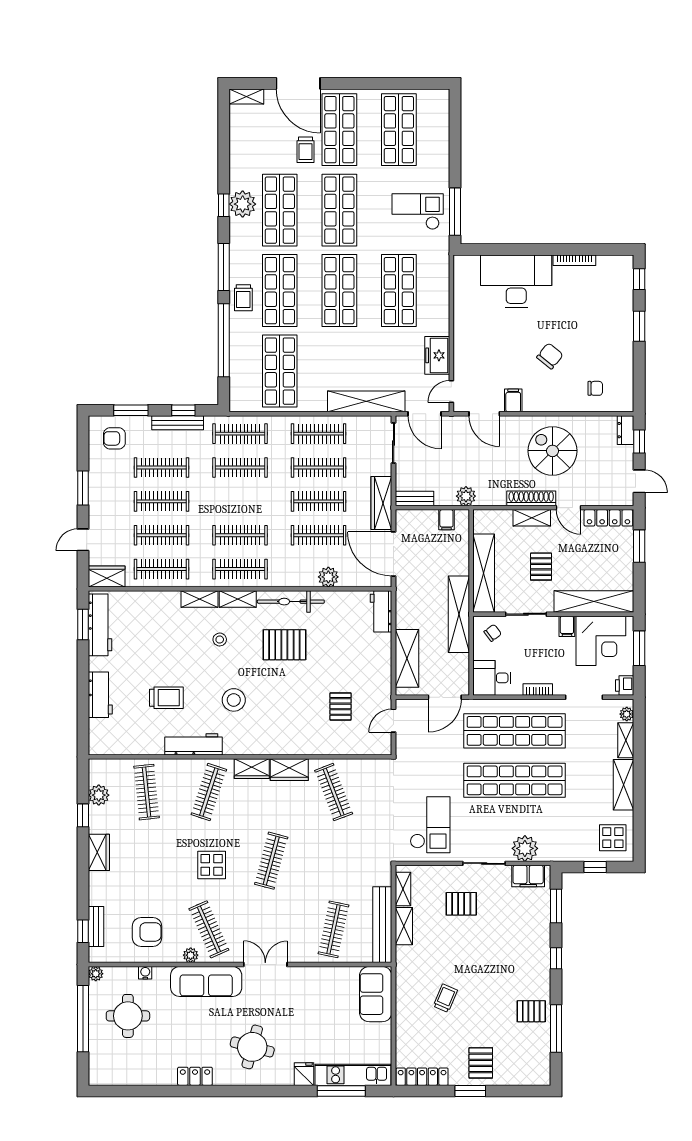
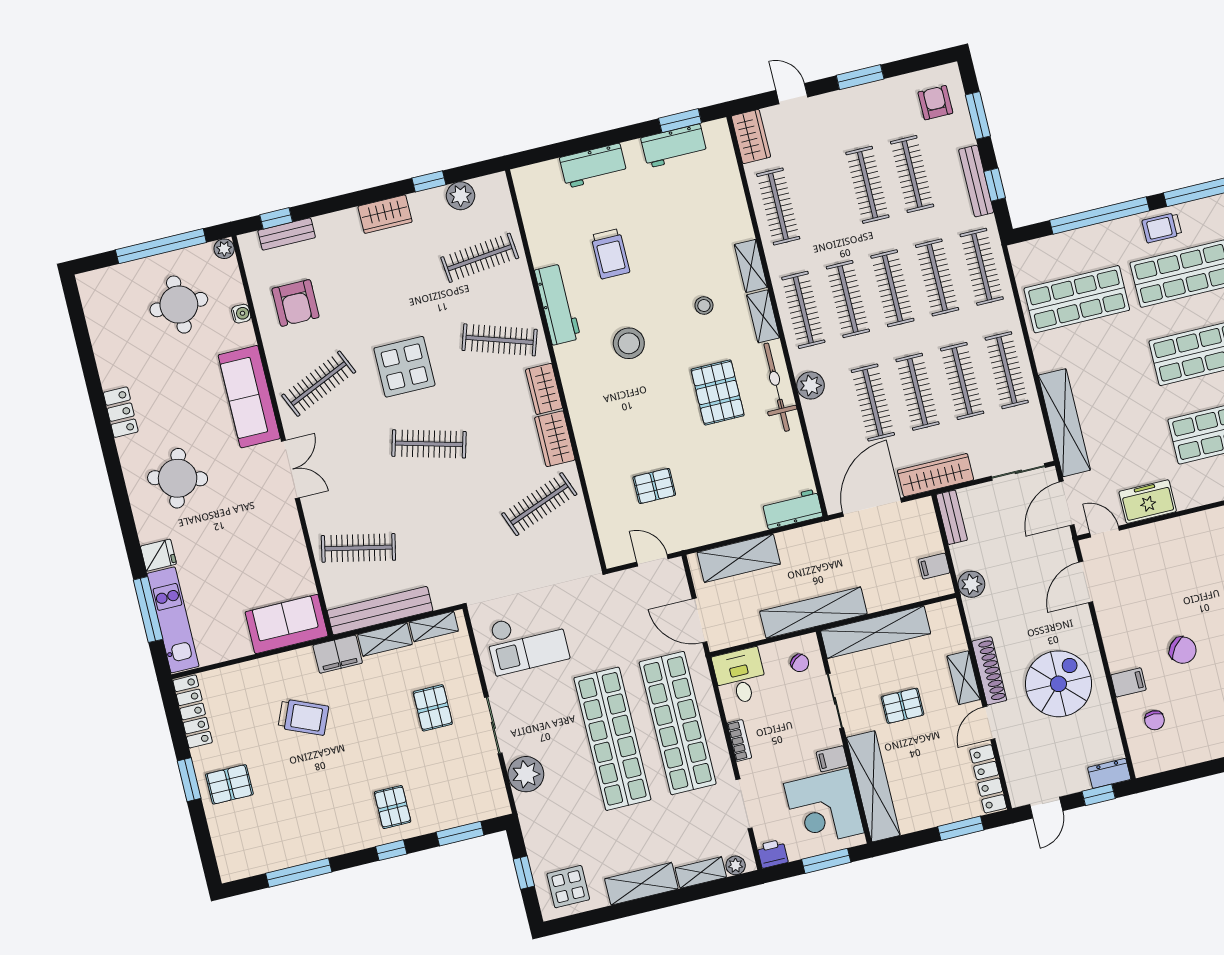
filing cabinet: (513, 400) -> (1128, 682), moved
clothes rail: (162, 535) -> (892, 288), moved
plant: (328, 577) -> (811, 385), moved
workbench: (100, 625) -> (674, 146), width x0.73
display table: (212, 865) -> (404, 367), width x1.36, depth x1.36
filing cabinet: (528, 876) -> (338, 654), moved, turned -90
plant: (191, 955) -> (279, 368), removed
trolley: (445, 998) -> (303, 717), width x1.36, depth x1.39
pallet: (531, 1011) -> (393, 807), moved

